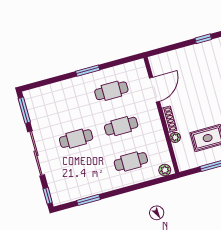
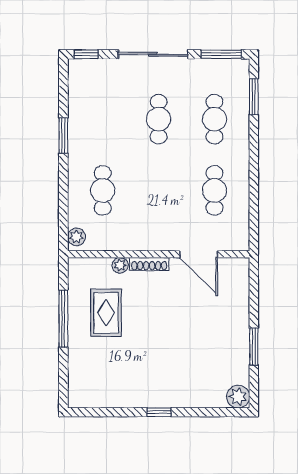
window: (203, 39) -> (254, 347), width x1.50
window: (88, 71) -> (254, 97), moved
cafe table: (121, 126) -> (214, 119), moved
window: (88, 200) -> (63, 136), moved

